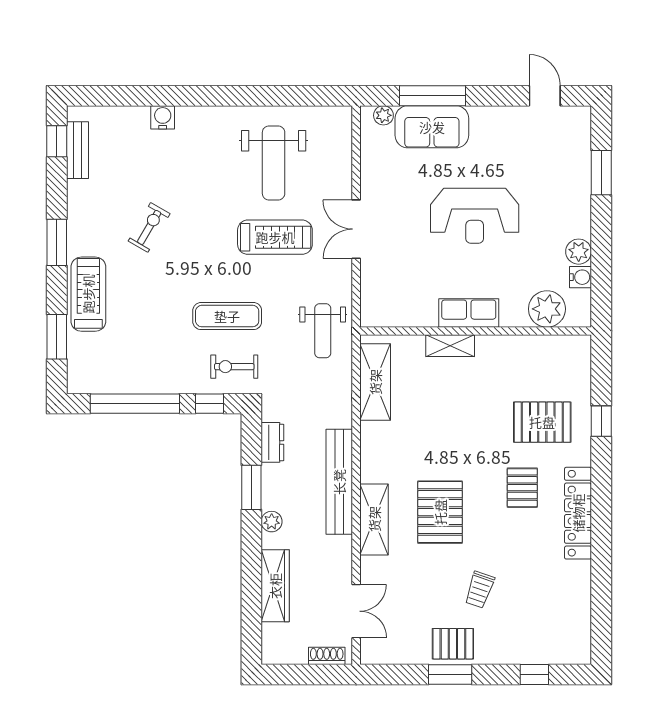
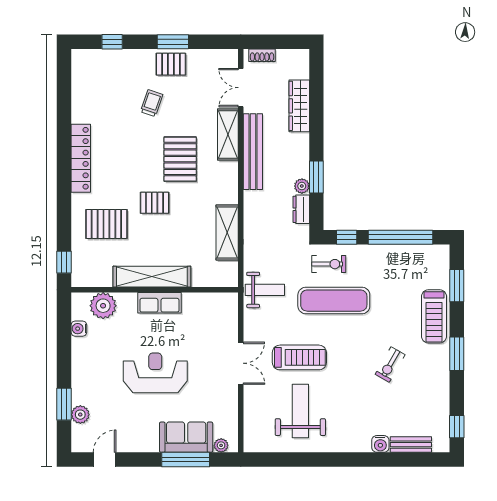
door: (545, 96) -> (105, 460), swing flipped
bench: (78, 150) -> (411, 445), moved, turned 90
treadmill: (275, 237) -> (299, 357), turned 180
plant: (579, 252) -> (80, 415), moved
exercise mat: (227, 316) -> (334, 301), width x1.36, depth x1.45
weight bench: (323, 331) -> (265, 290), turned 90
shelving: (450, 346) -> (152, 277), width x2.20, depth x1.33
shelving: (375, 382) -> (227, 233), moved
window: (601, 421) -> (64, 262), moved
bench: (339, 482) -> (253, 152), moved
pallet: (522, 488) -> (155, 203), moved, turned 90
shelving: (374, 519) -> (228, 135), moved
plant: (272, 522) -> (302, 186), moved

